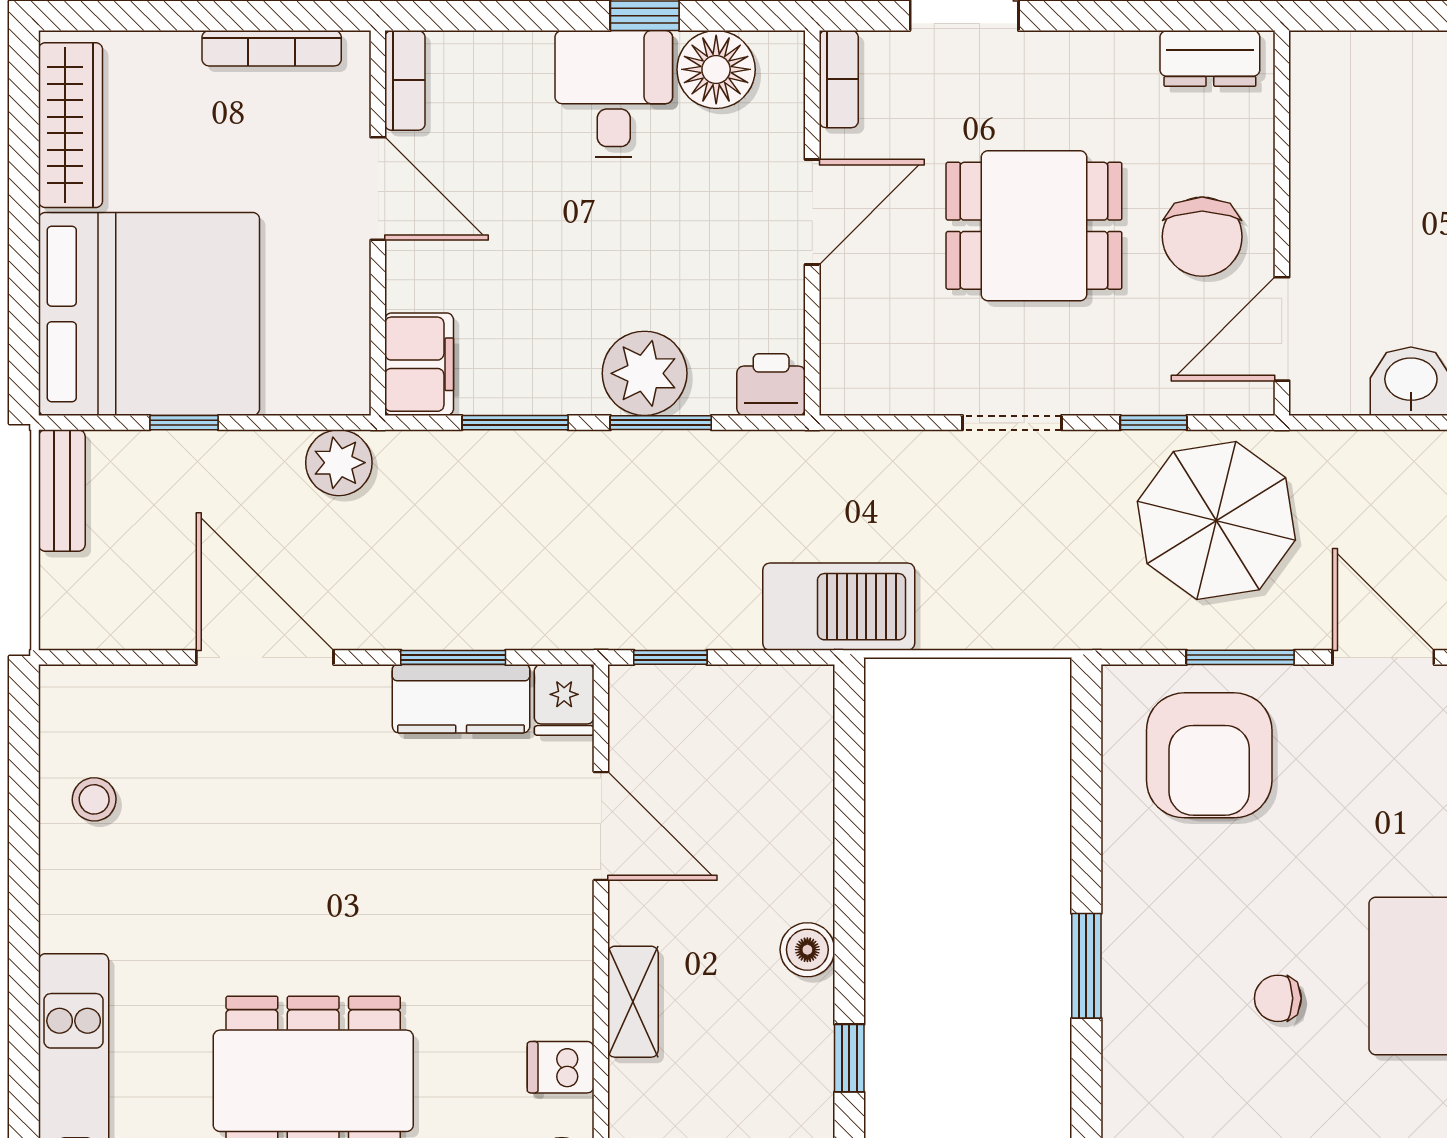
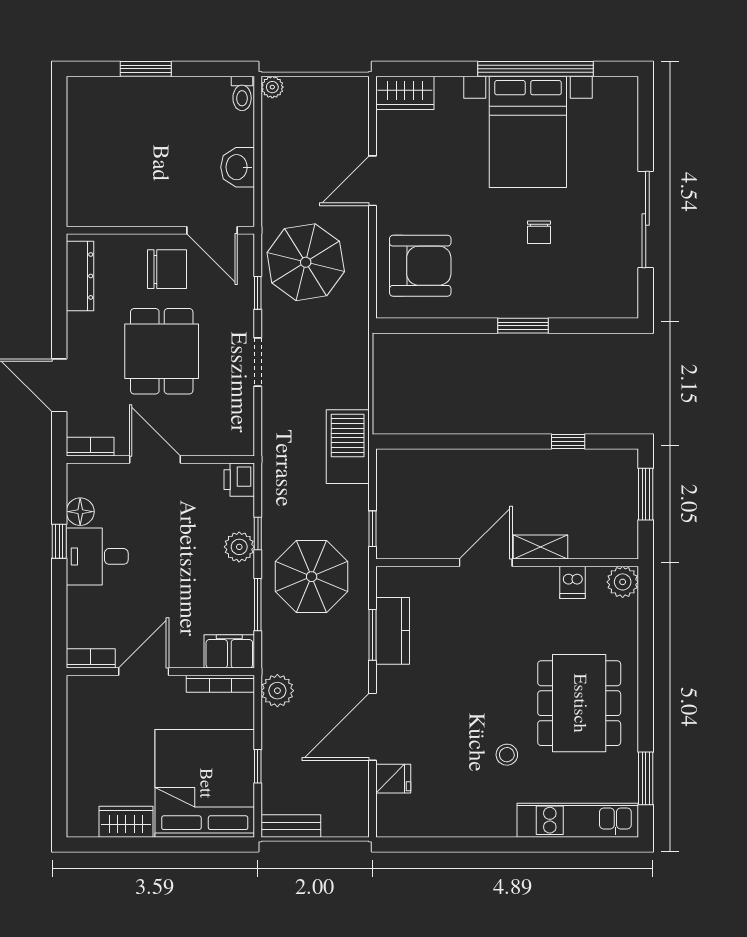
bookcase: (272, 48) -> (220, 684), moved, turned 90
dresser: (1210, 58) -> (80, 276), width x1.44
floor lamp: (716, 69) -> (80, 512), width x0.73, depth x0.73
wardrobe: (70, 125) -> (126, 822), width x0.67
plant: (645, 373) -> (239, 547), width x0.73, depth x0.73
window: (661, 423) -> (258, 533), width x0.67
parasol: (572, 533) -> (312, 577), added
window: (1240, 657) -> (372, 251), removed
fridge: (564, 700) -> (393, 779), moved
stool: (94, 799) -> (507, 755), moved
door: (601, 826) -> (486, 563), moved
boiler: (807, 950) -> (515, 462), removed

